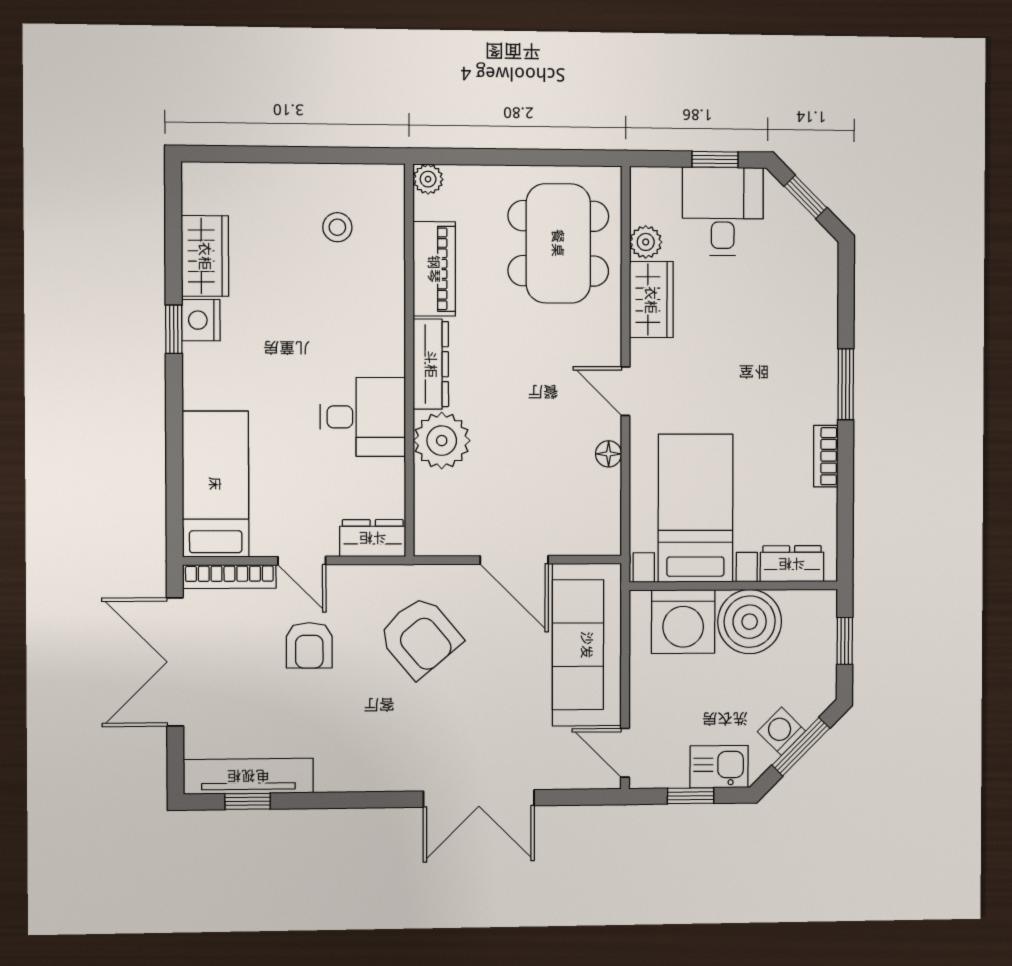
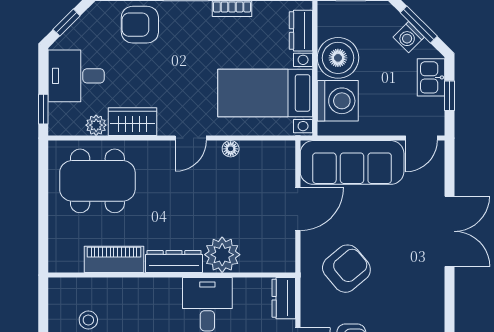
window: (715, 159) -> (43, 109), moved
plant: (428, 179) -> (58, 263), removed
armchair: (802, 312) -> (140, 25), added

